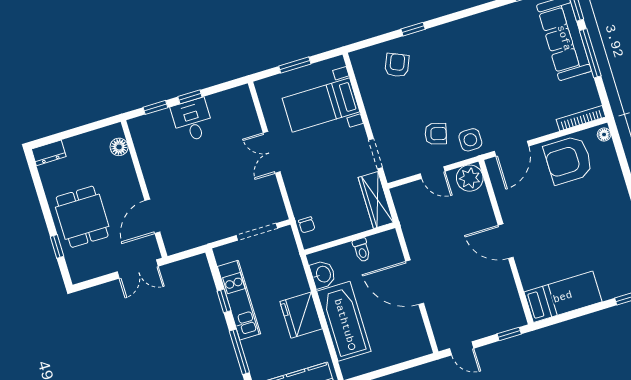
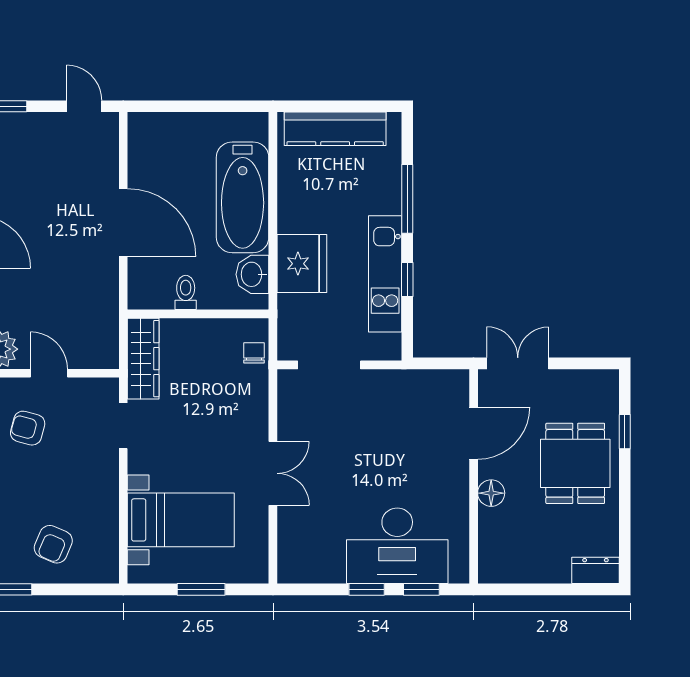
desk: (192, 120) -> (397, 546), width x1.87, depth x1.30
floor lamp: (119, 147) -> (491, 493), moved
fridge: (301, 315) -> (302, 264), moved

